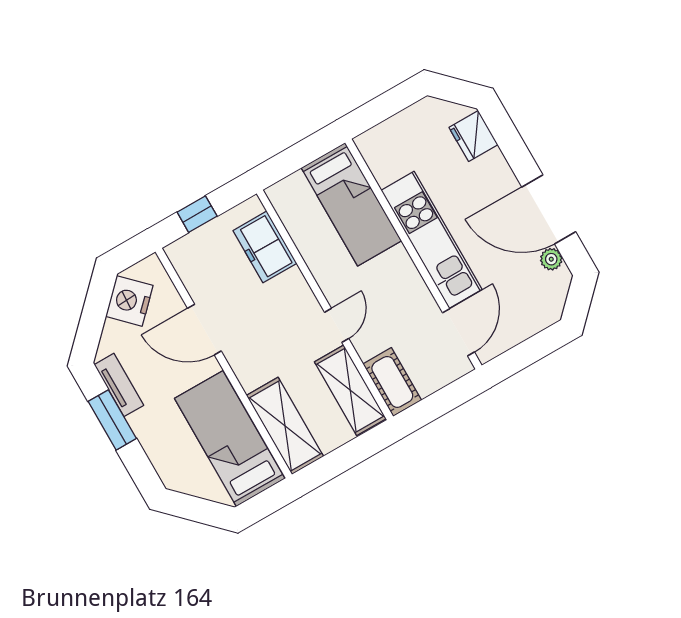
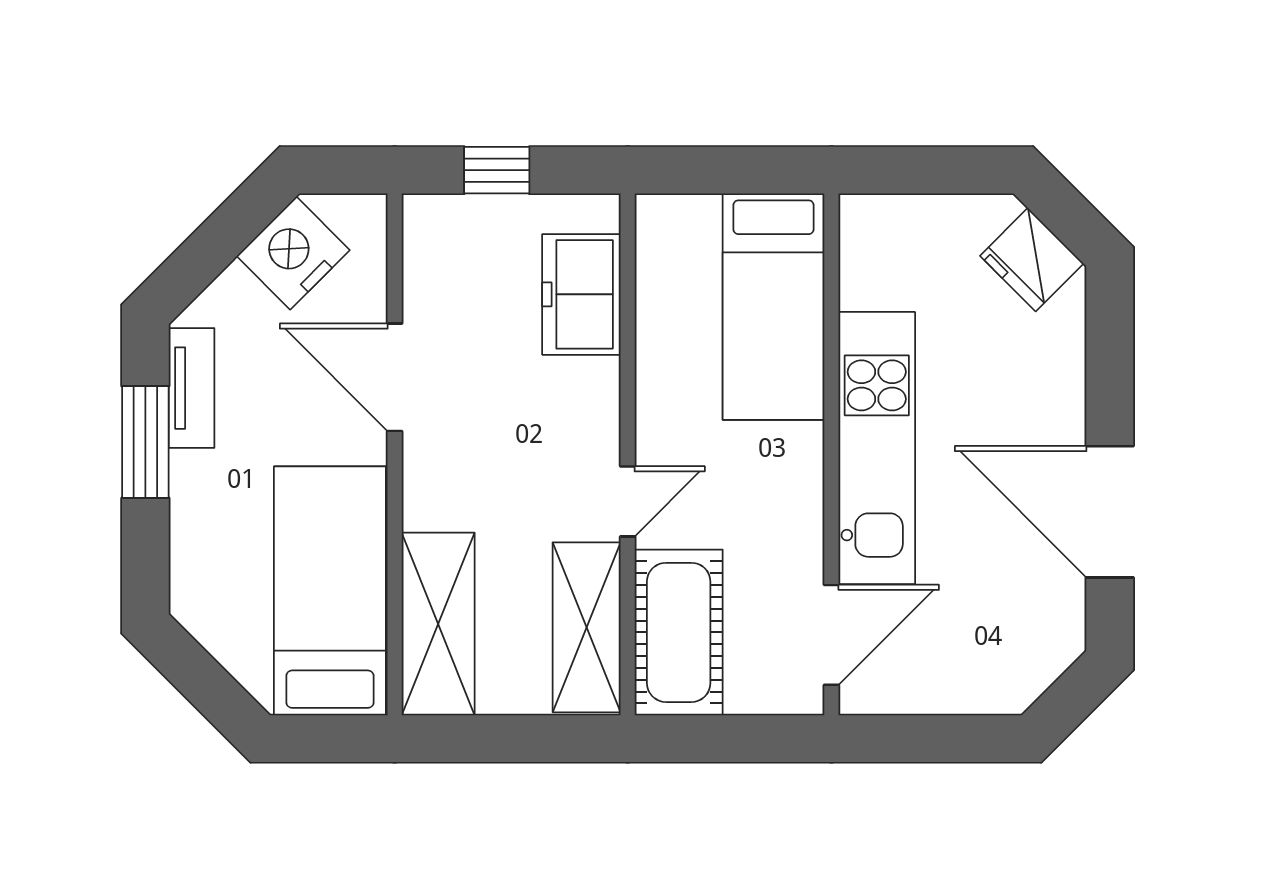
fridge: (473, 136) -> (1032, 260), moved, turned -45
plant: (551, 259) -> (1065, 600), removed
cot: (392, 382) -> (679, 632), width x1.37, depth x1.34

